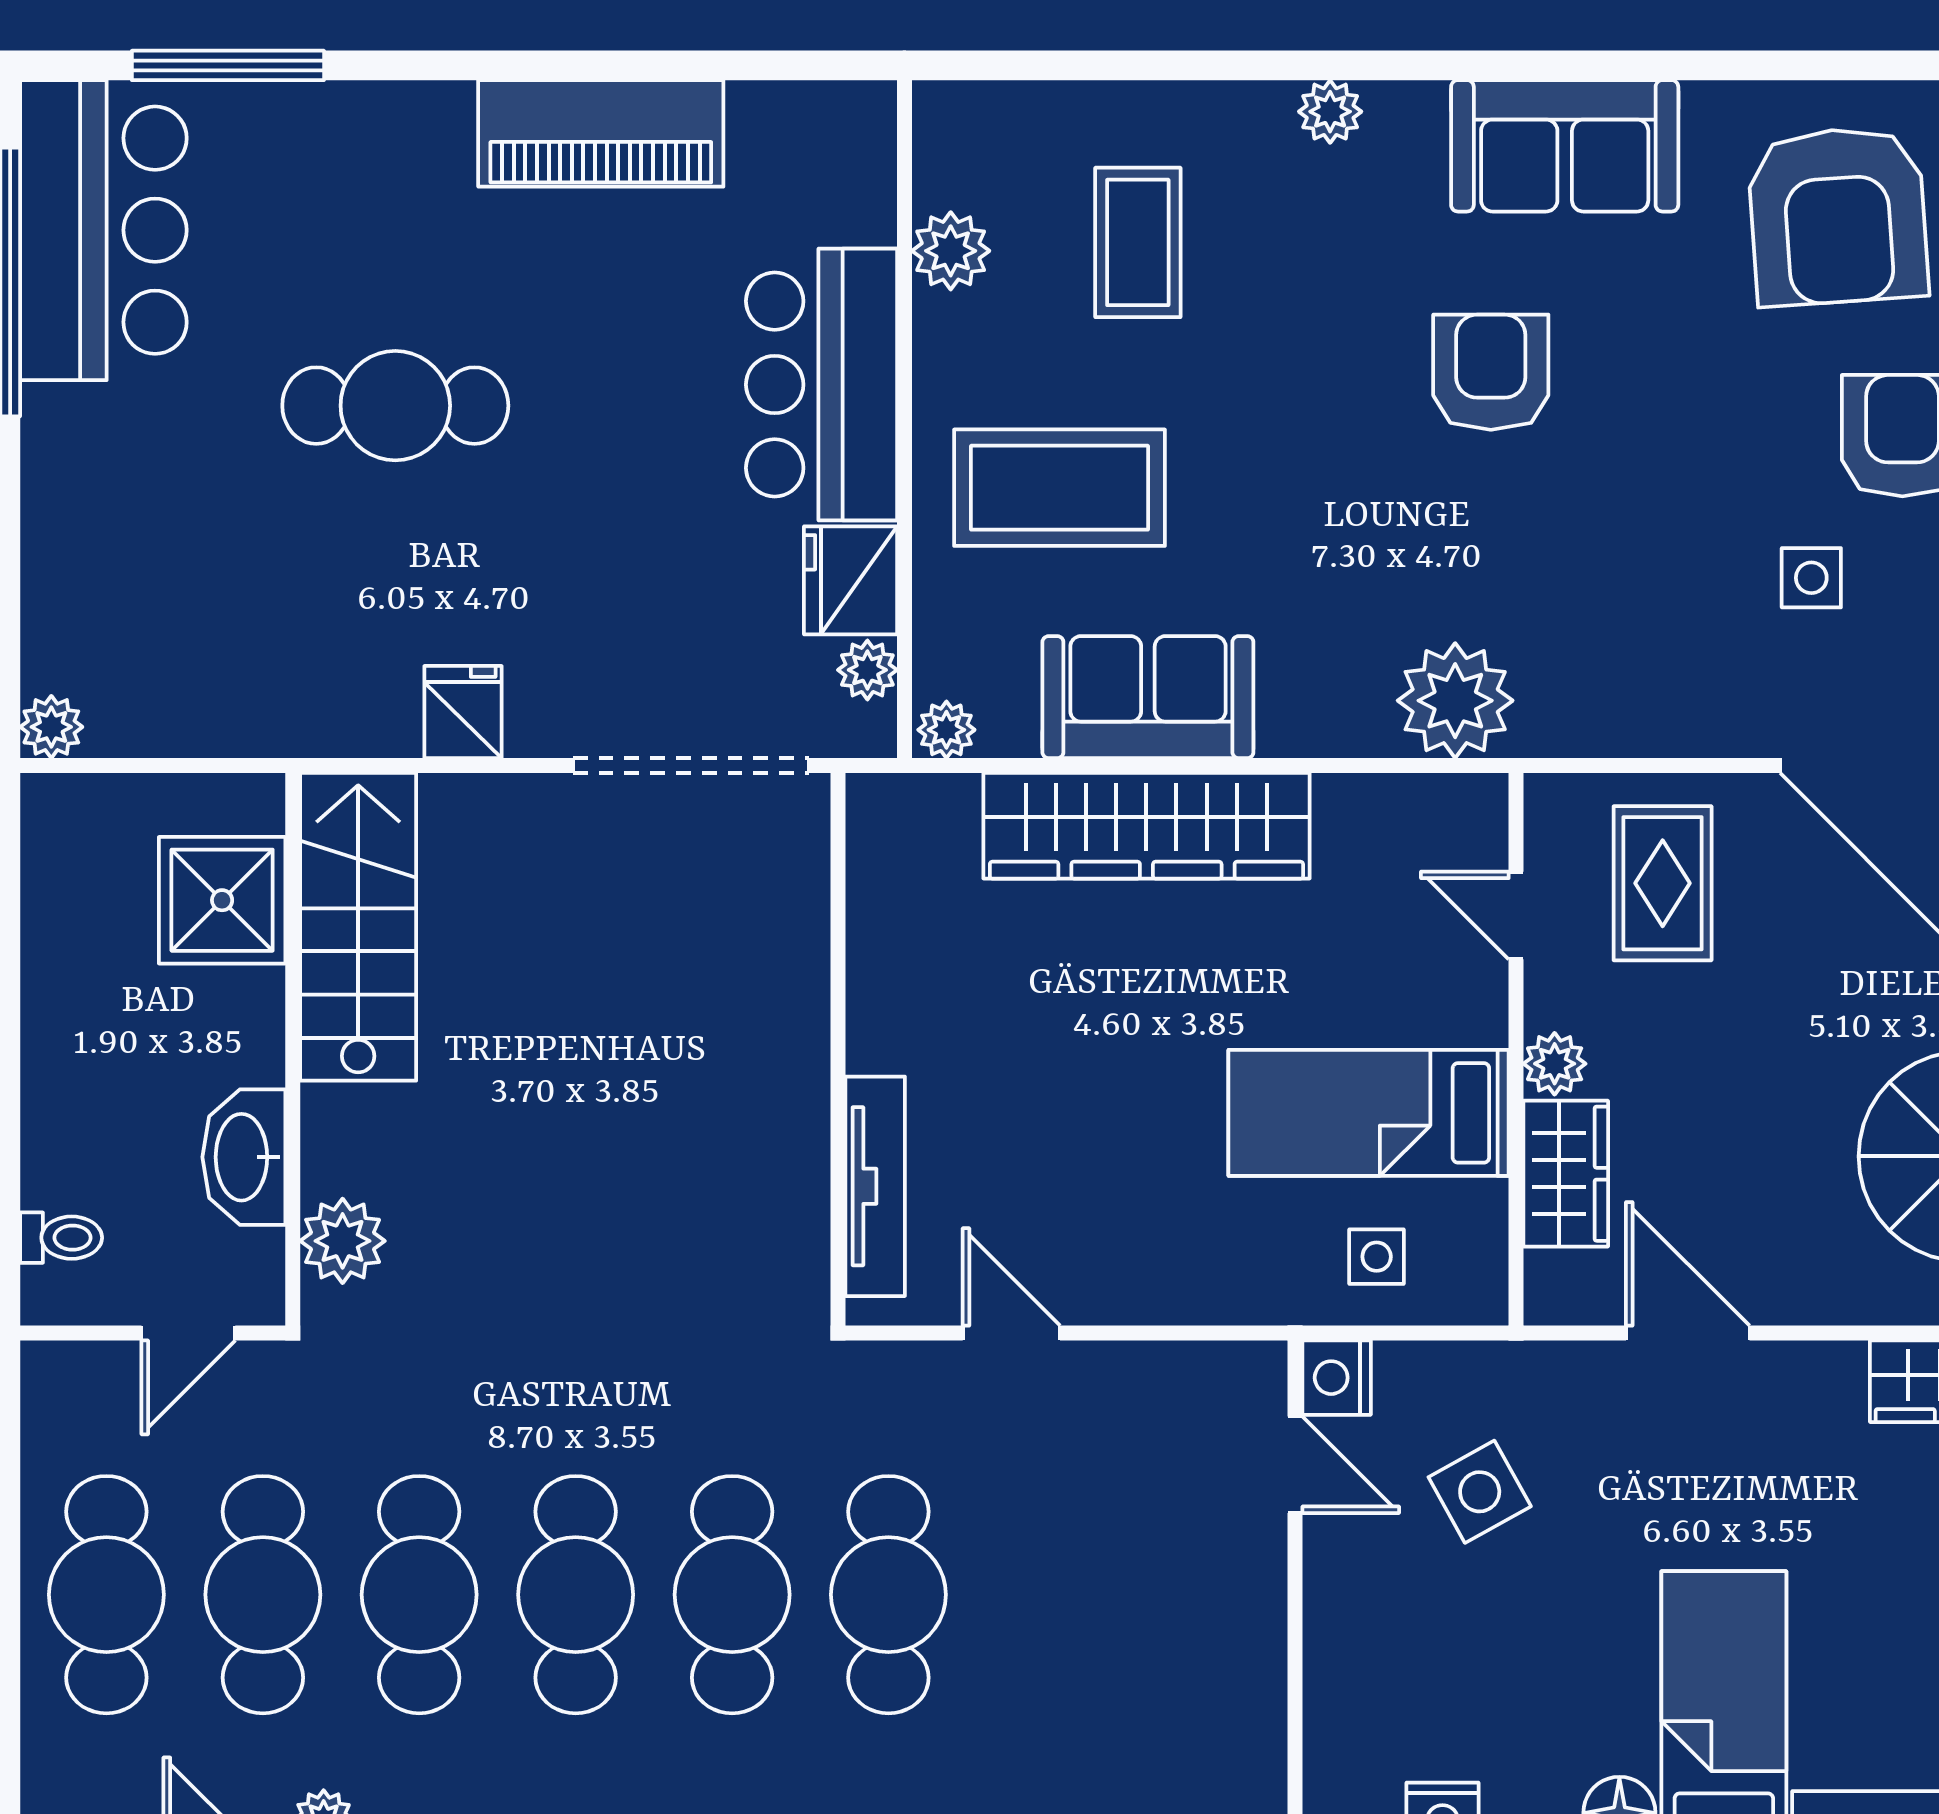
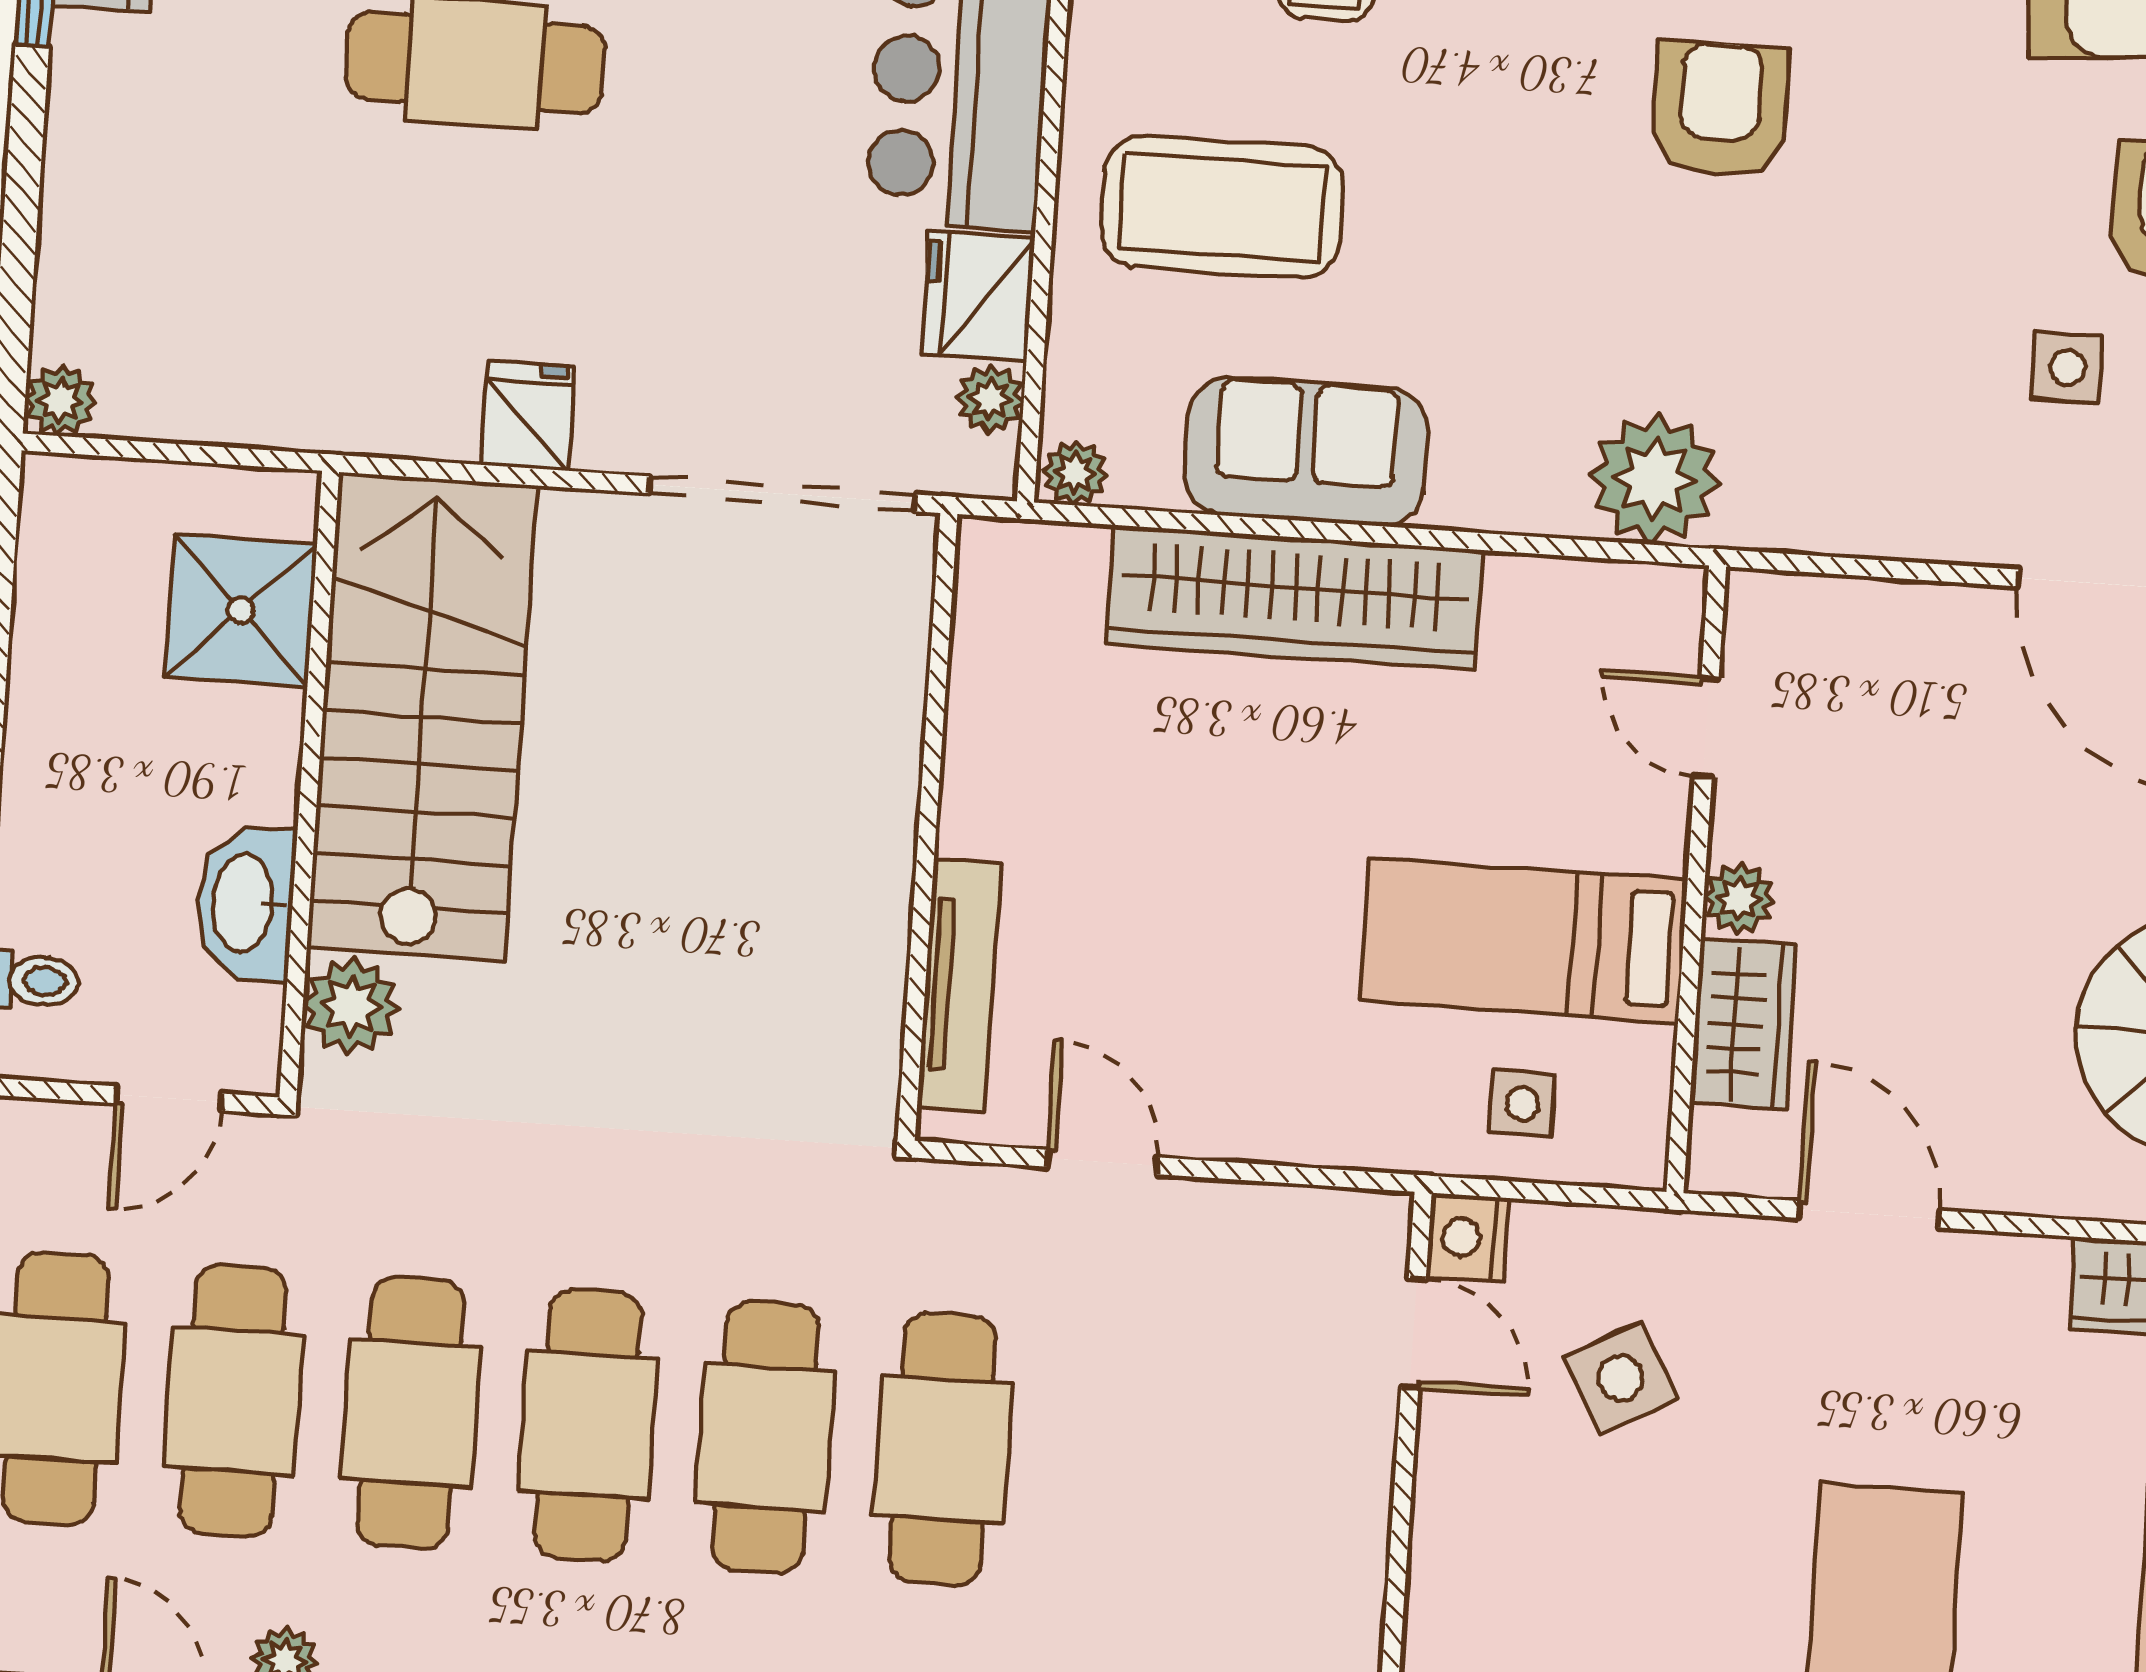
rug: (1663, 883) -> (1875, 702), removed
stairs: (358, 927) -> (422, 717), width x1.36, depth x1.51

